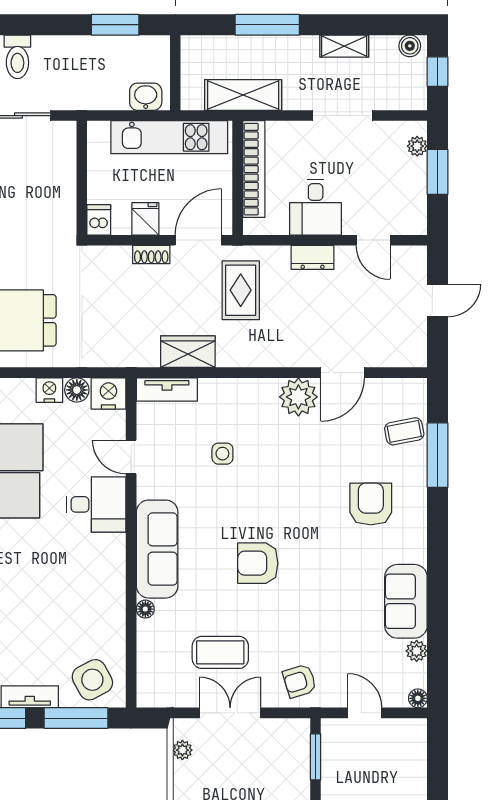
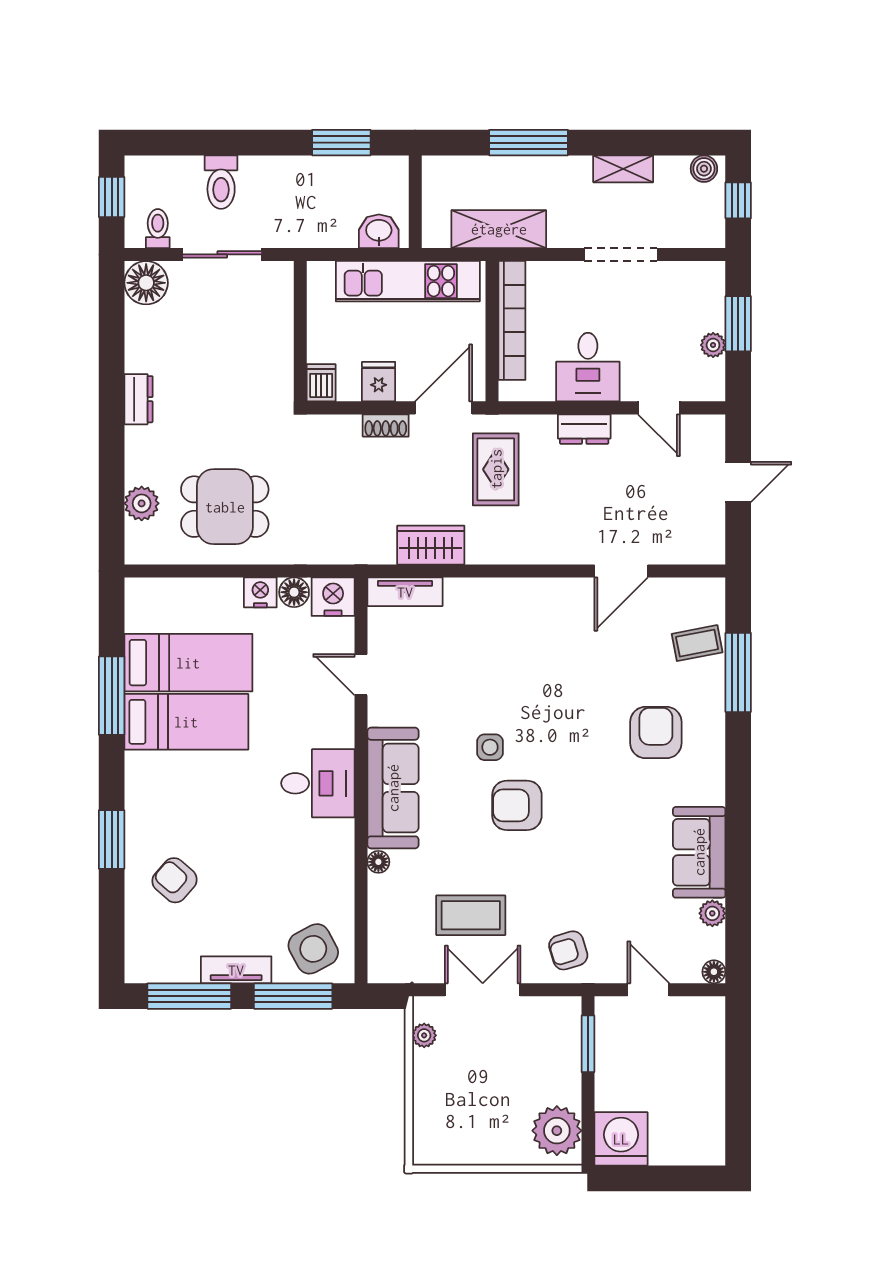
plant: (417, 146) -> (713, 345), moved
plant: (298, 397) -> (567, 601), removed
side table: (222, 454) -> (490, 747), moved
desk: (96, 504) -> (318, 783), moved

